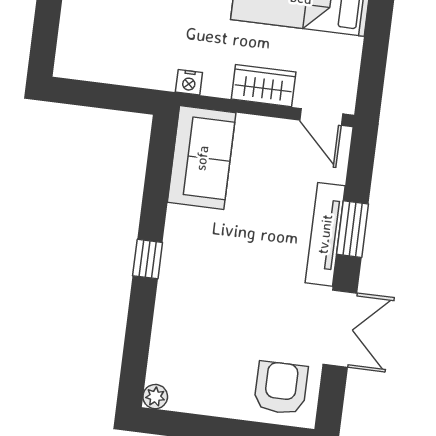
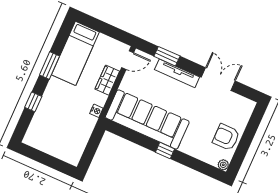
sofa: (202, 158) -> (147, 119), width x1.85, depth x1.27
window: (352, 229) -> (167, 56), moved
armchair: (281, 388) -> (226, 137), moved

